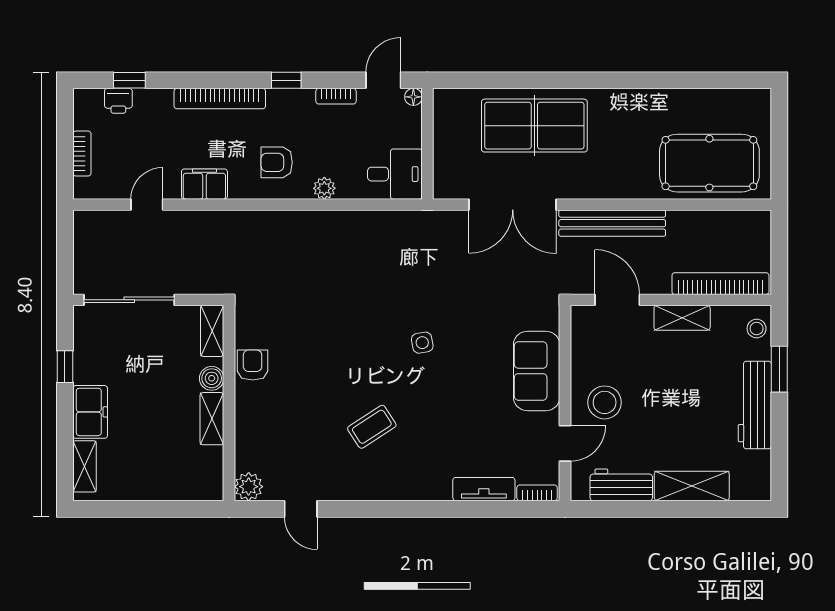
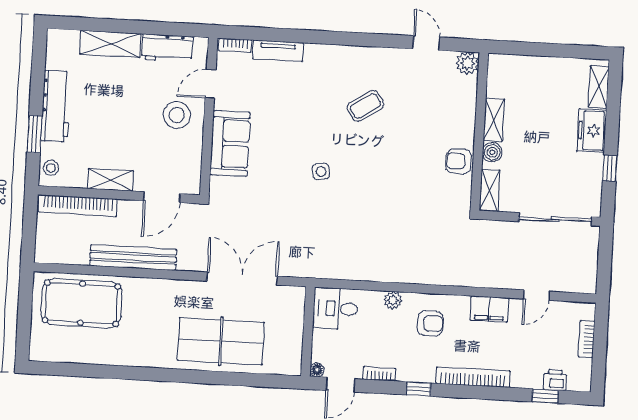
bench: (612, 223) -> (133, 258), moved
door: (617, 300) -> (162, 197), hinge flipped
armchair: (253, 365) -> (459, 161), turned 90

